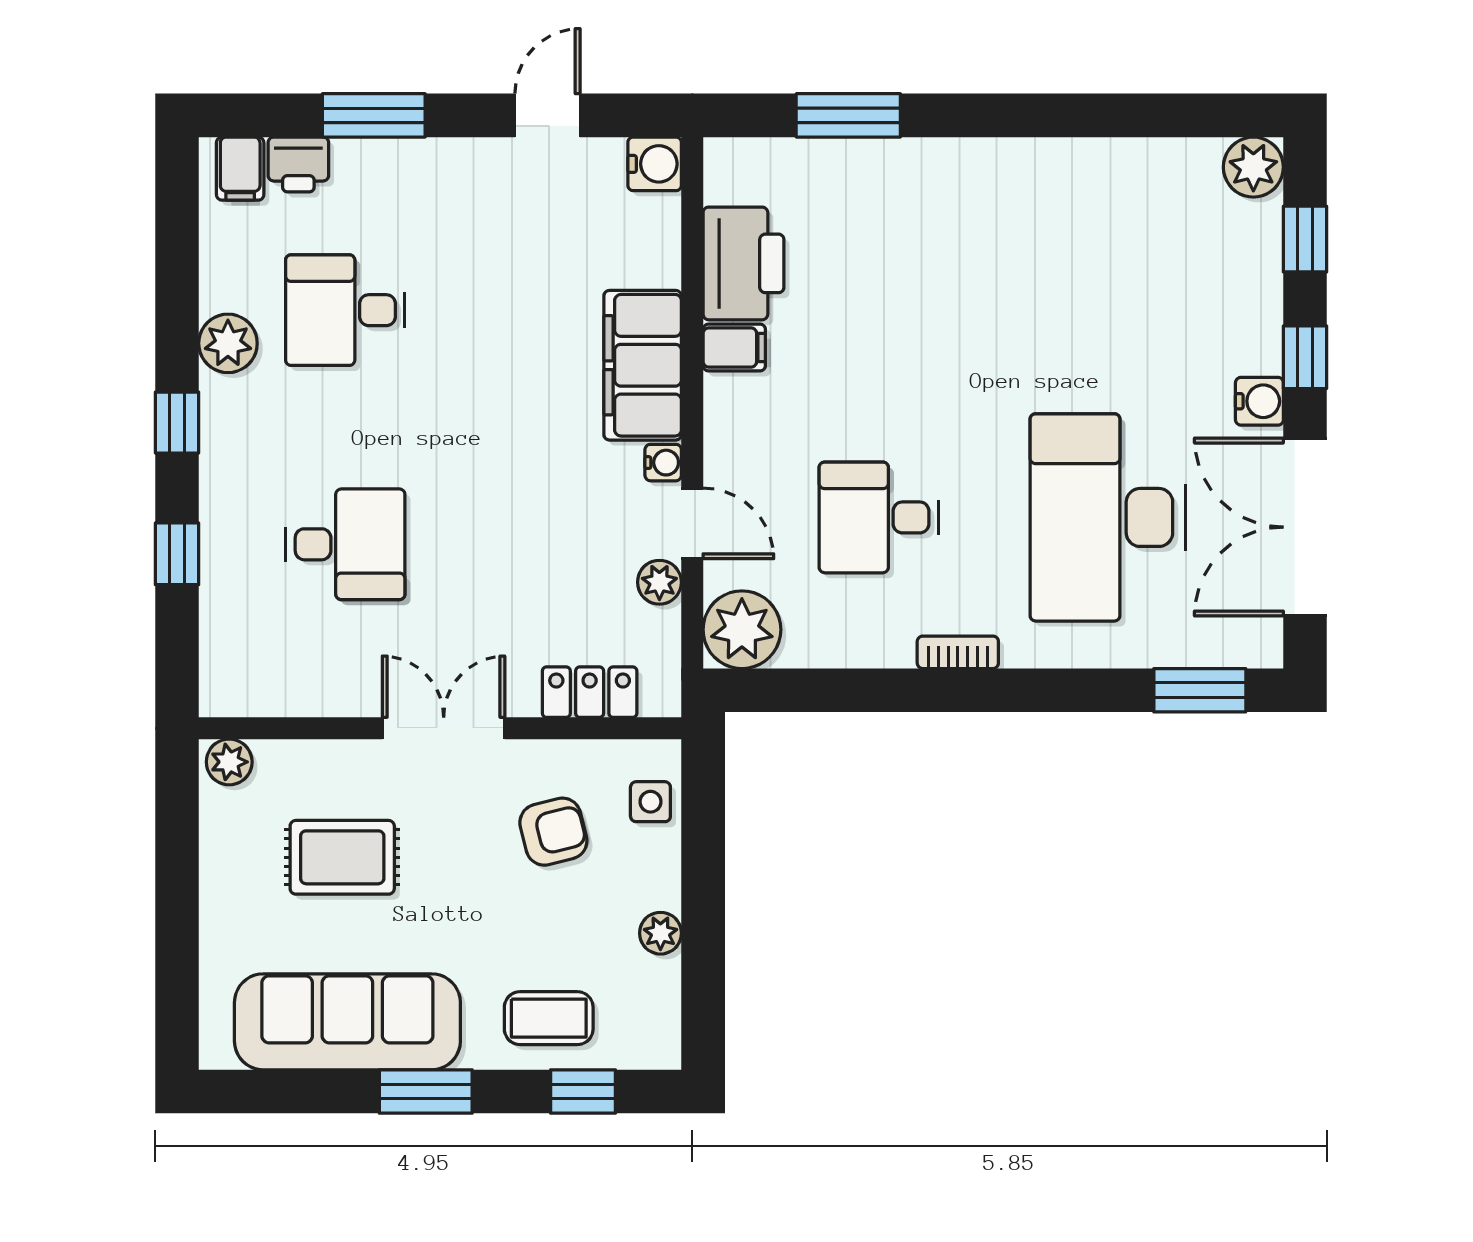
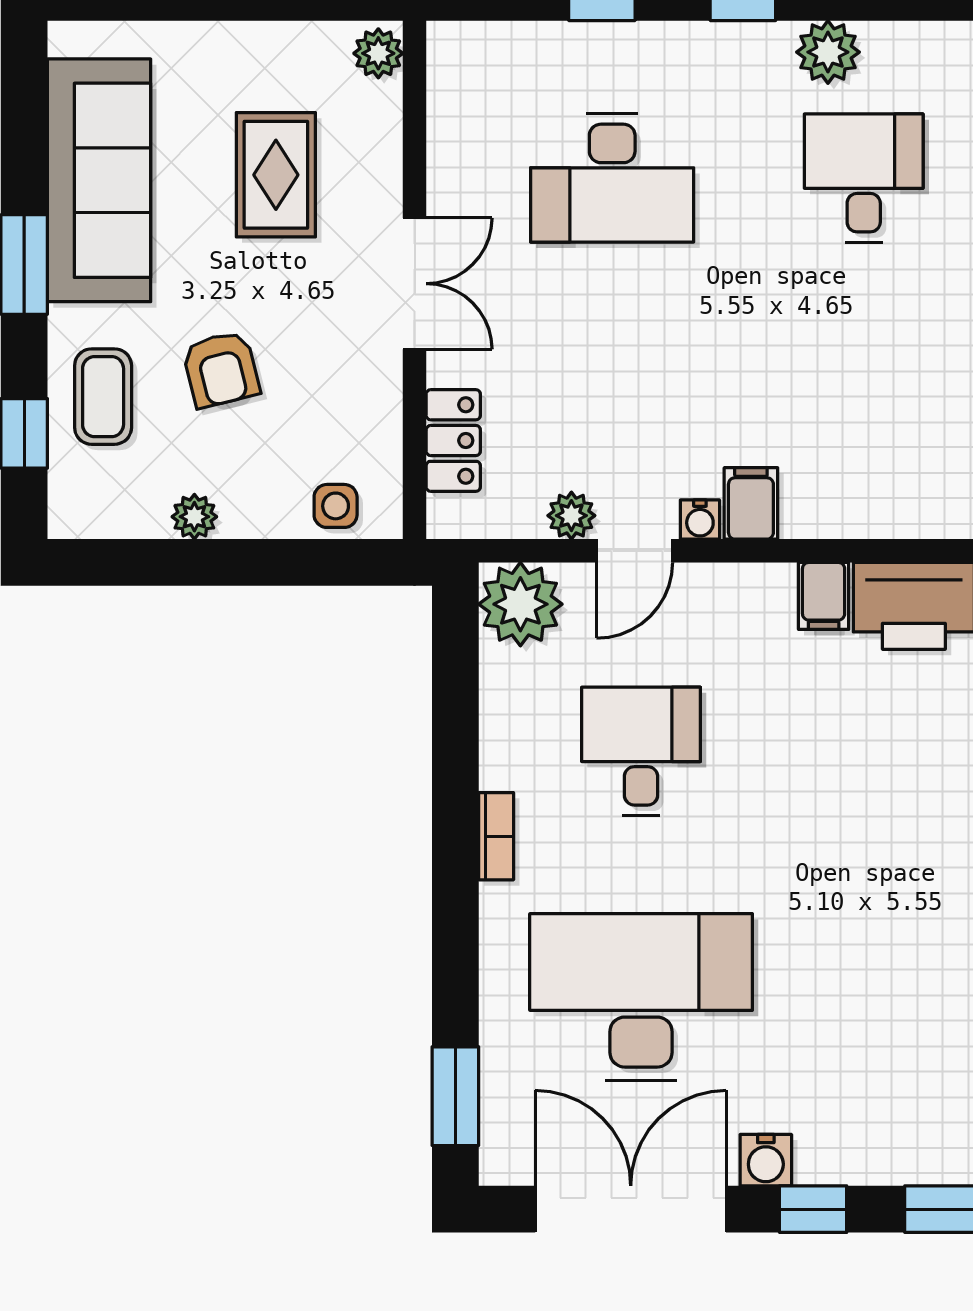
filing cabinet: (643, 365) -> (751, 503), width x0.33, depth x0.86
desk: (345, 544) -> (612, 178), width x1.37
armchair: (553, 832) -> (221, 369), moved

